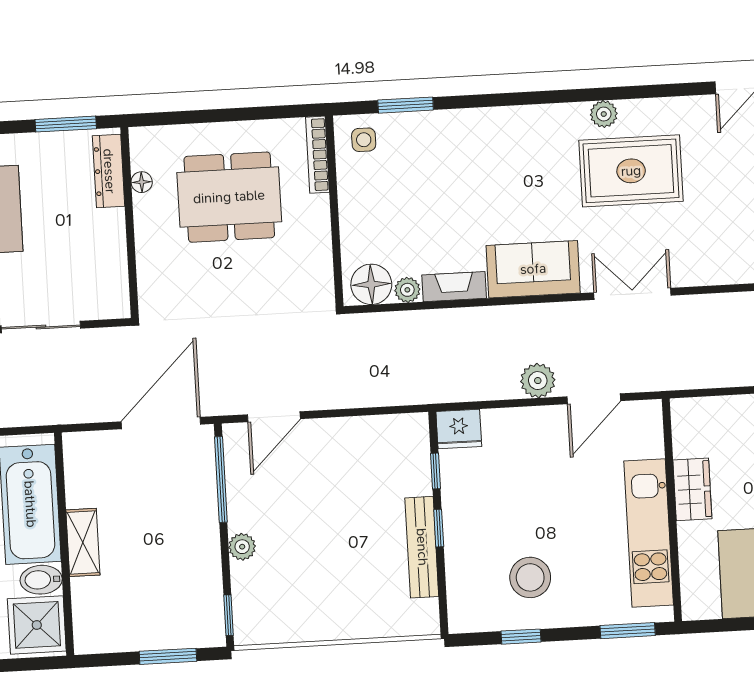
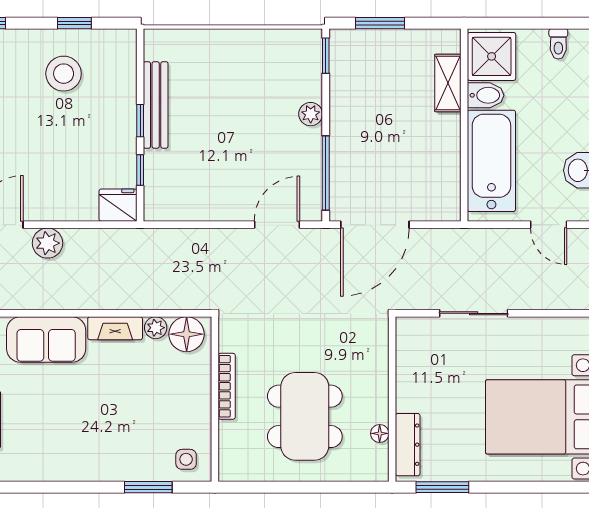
bookcase: (317, 155) -> (227, 386), moved
dining table: (229, 197) -> (305, 416), turned 90
shelving: (83, 542) -> (448, 83), moved

